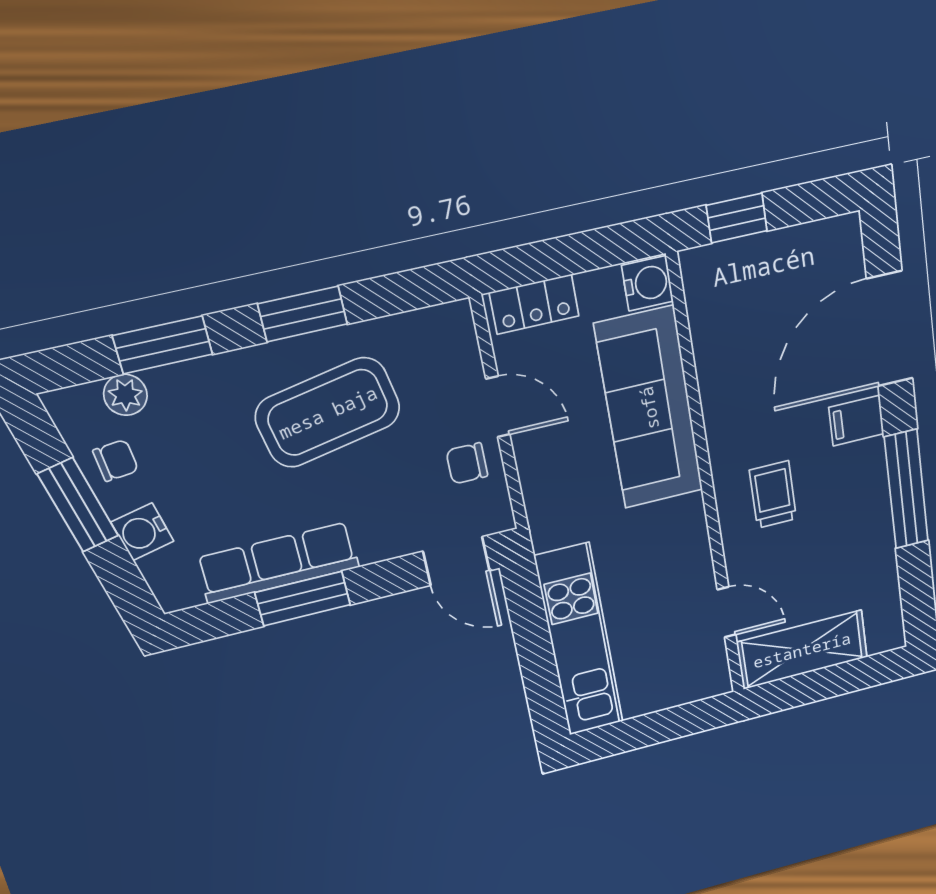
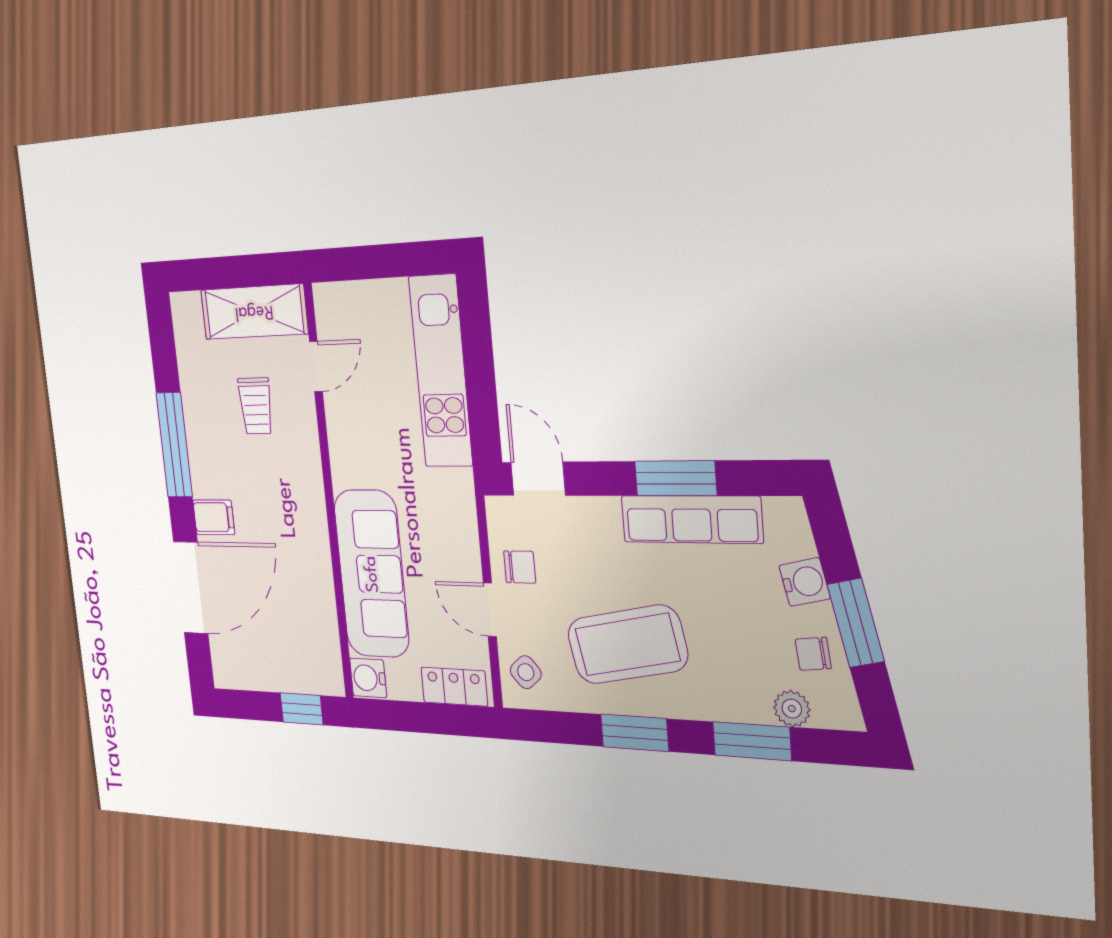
side table: (446, 347) -> (526, 672), added
trolley: (773, 495) -> (256, 406), moved
door: (727, 612) -> (316, 367), swing flipped

